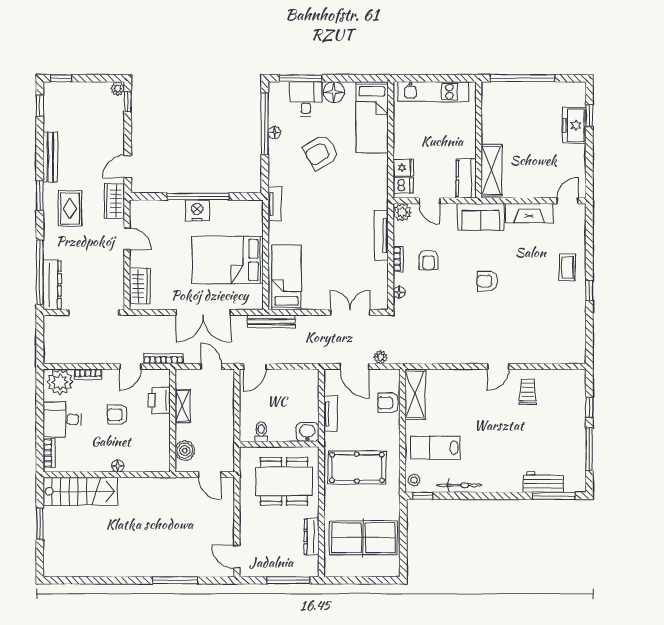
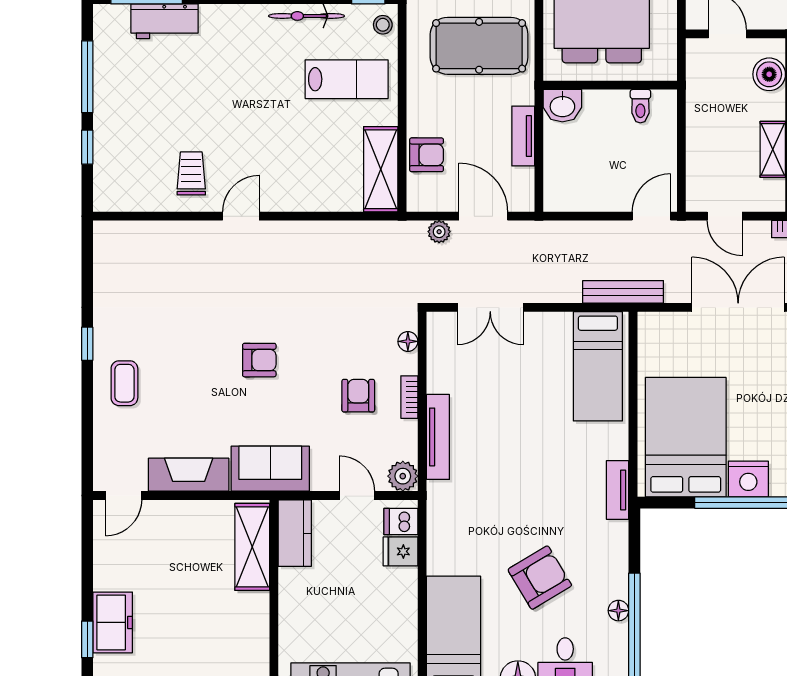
bed: (228, 260) -> (686, 437), moved, turned -90
trolley: (528, 392) -> (191, 173), turned 180

